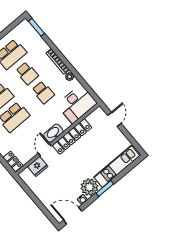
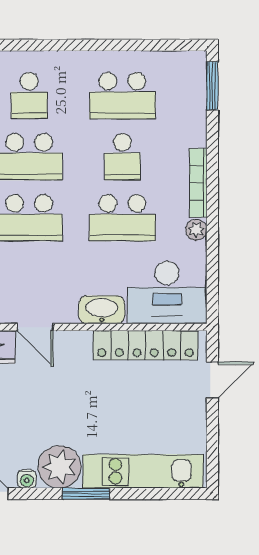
school desk: (43, 92) -> (122, 218), width x1.85
washbasin: (53, 133) -> (102, 310), moved
locker: (72, 136) -> (146, 345), moved
door: (45, 150) -> (35, 327), swing flipped

